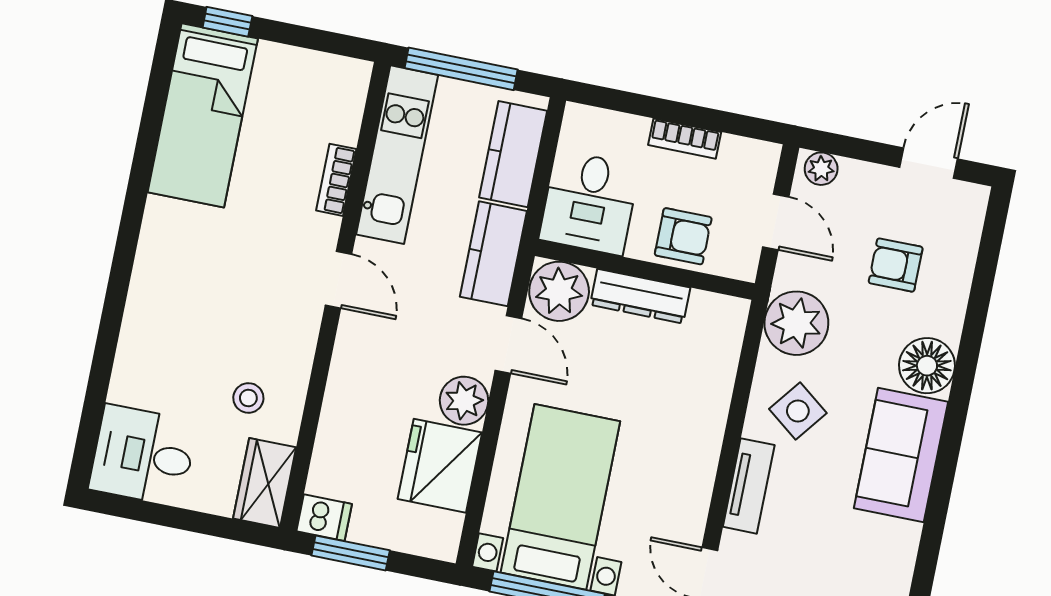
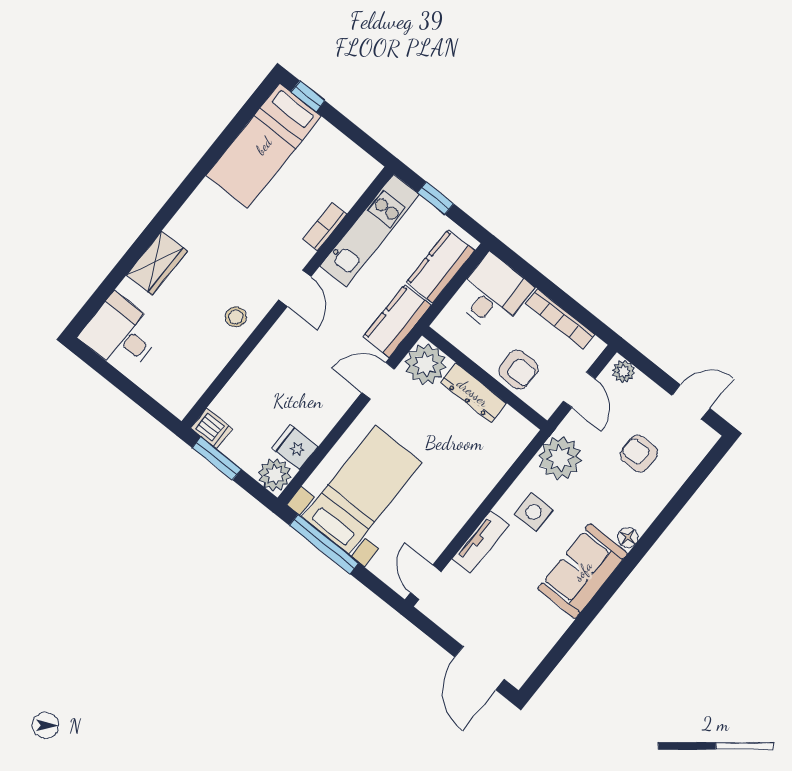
window: (461, 69) -> (436, 198), width x0.46
bookcase: (685, 139) -> (560, 319), width x1.56
desk: (589, 203) -> (493, 294), moved, turned 180
door: (508, 344) -> (378, 381), swing flipped
floor lamp: (927, 366) -> (628, 537), width x0.53, depth x0.53
stool: (248, 398) -> (236, 317), moved
plant: (464, 401) -> (275, 475), moved
side table: (798, 411) -> (534, 512), turned -38
fridge: (440, 466) -> (295, 447), width x0.53, depth x0.75
wardrobe: (265, 483) -> (157, 263), moved, turned 180

